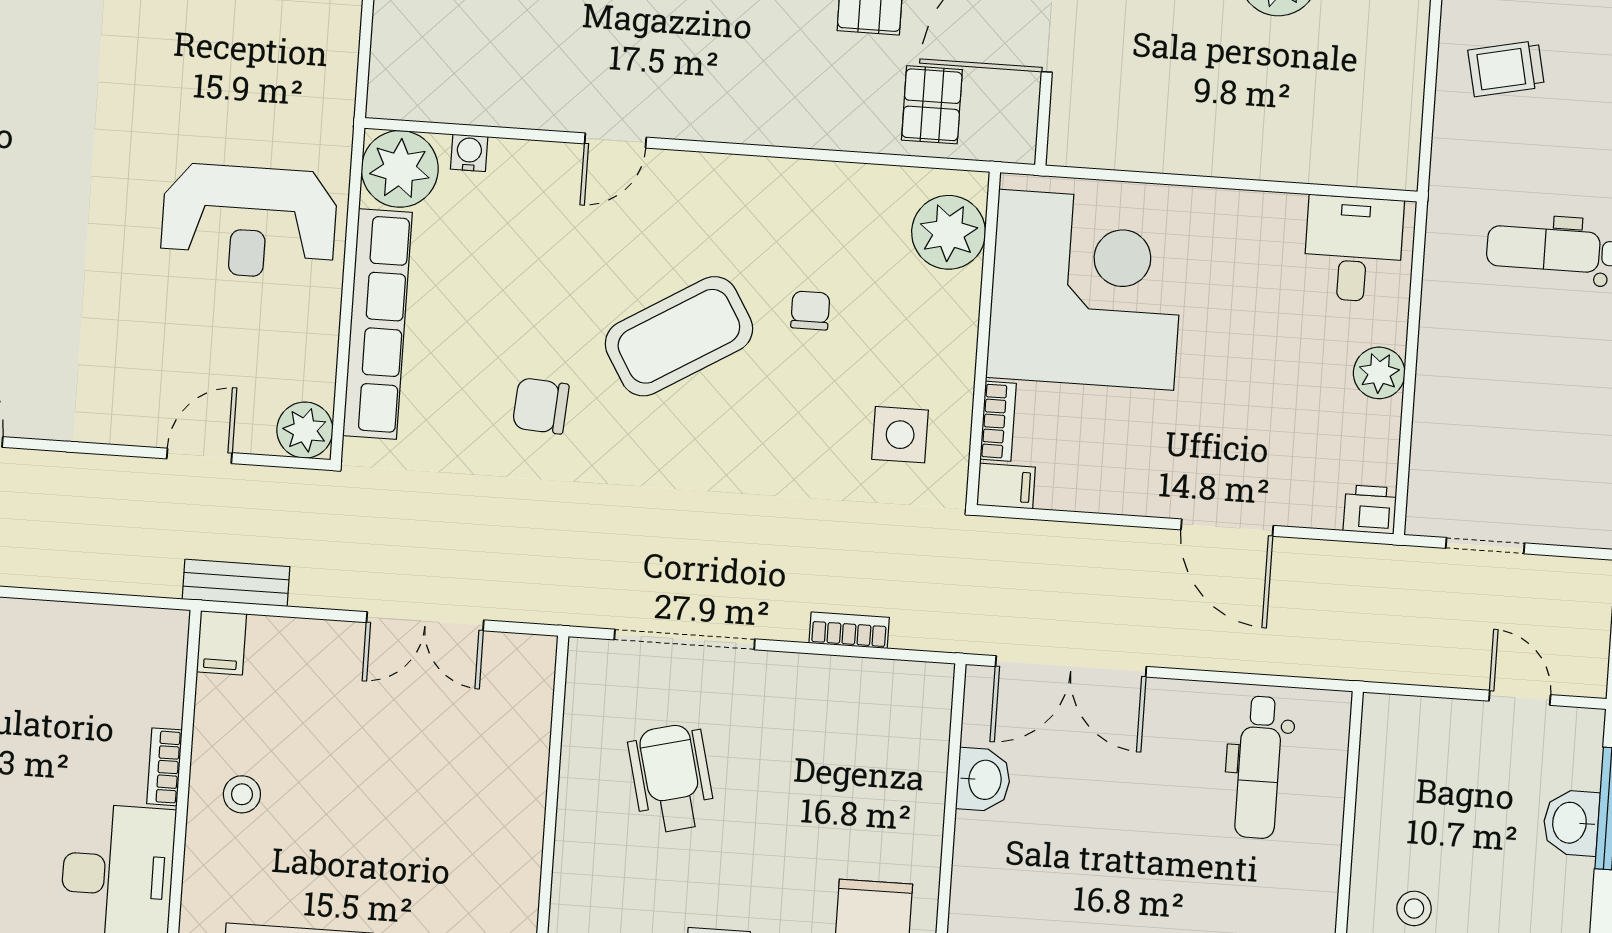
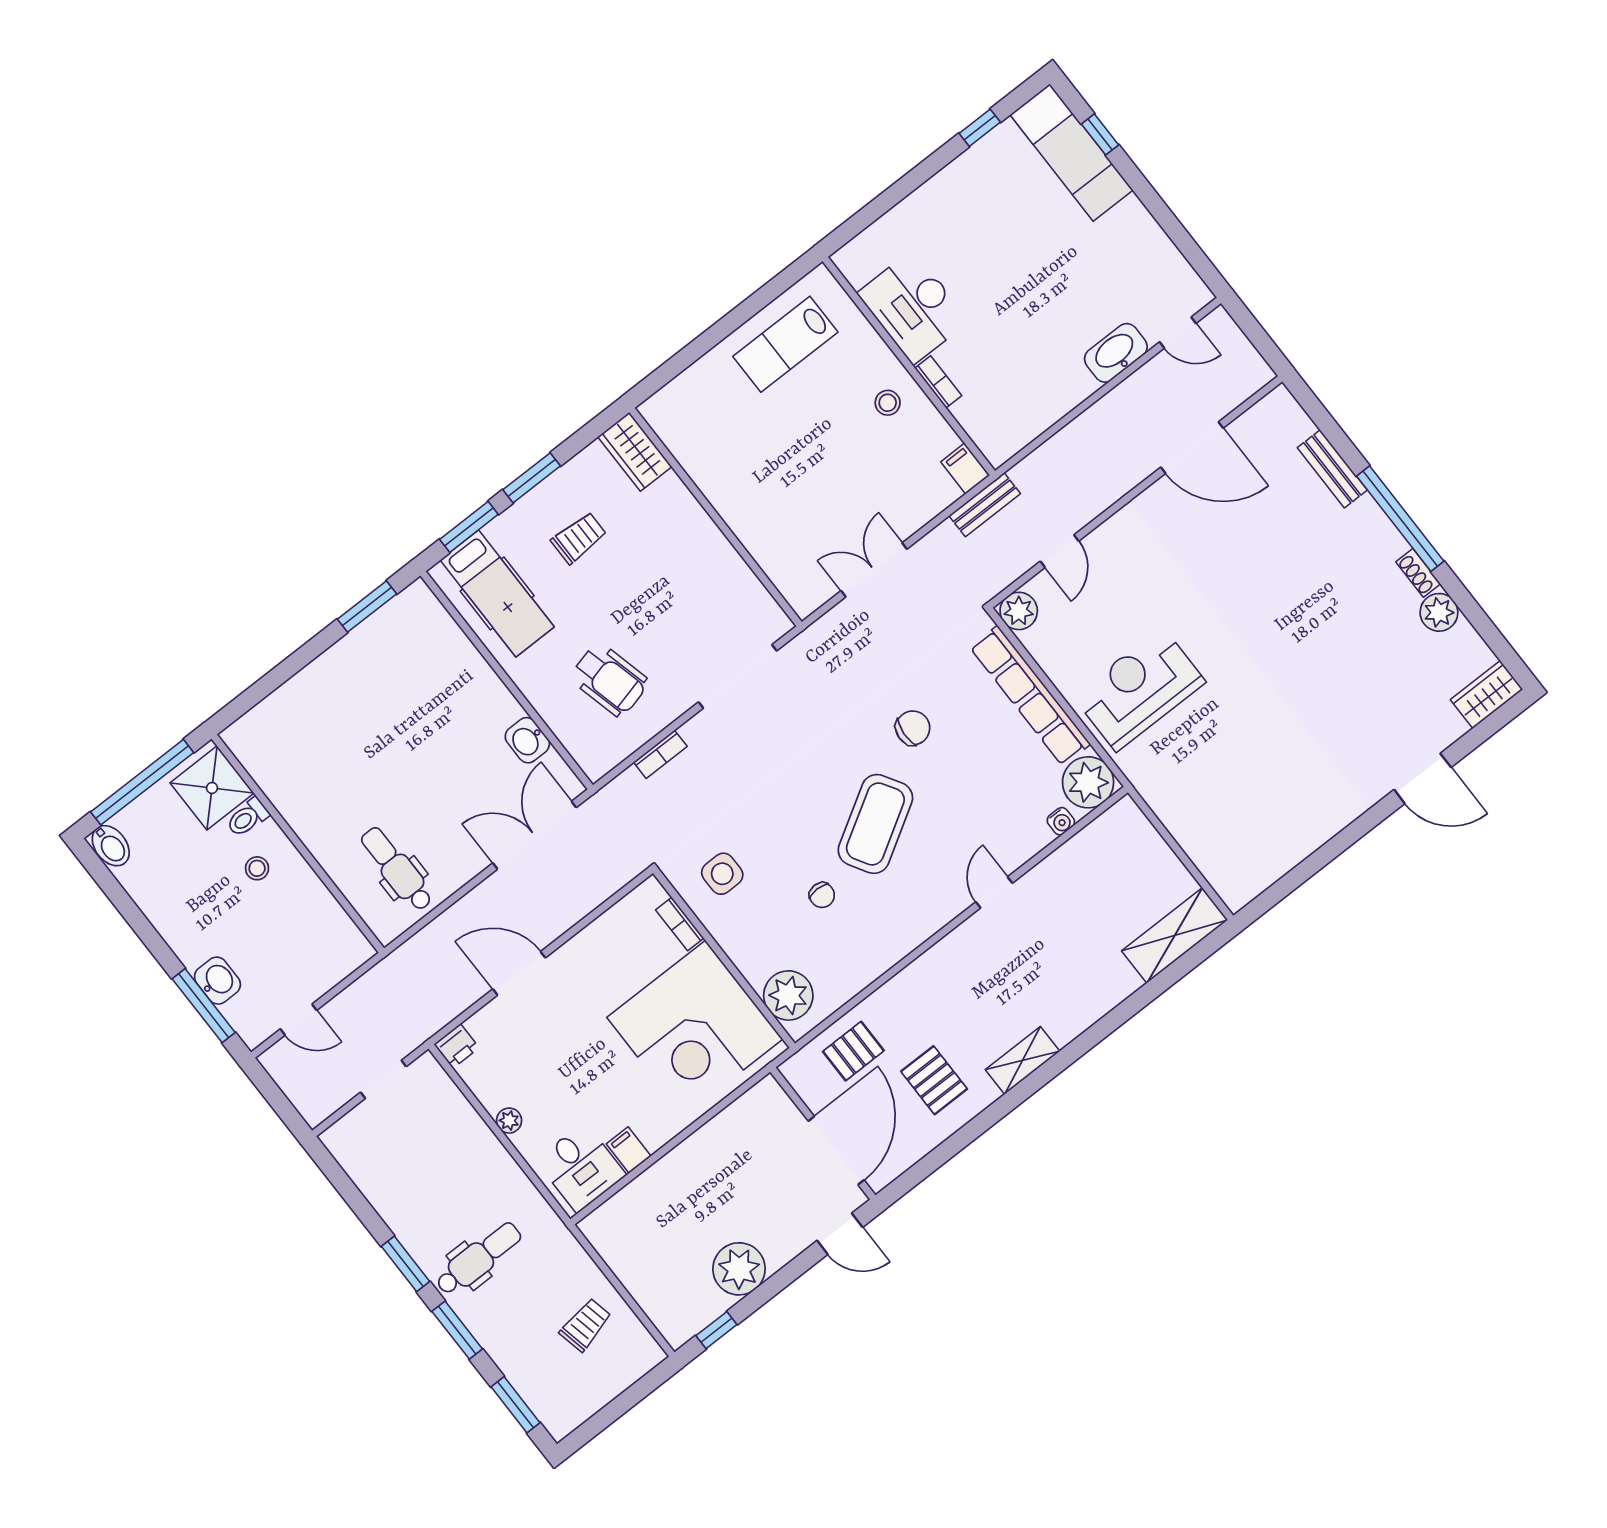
pallet: (932, 105) -> (853, 1051), turned 90
plant: (1379, 373) -> (509, 1121), width x0.73, depth x0.73
filing cabinet: (1006, 486) -> (629, 1150), moved, turned 90
wheelchair: (672, 778) -> (609, 680), moved

